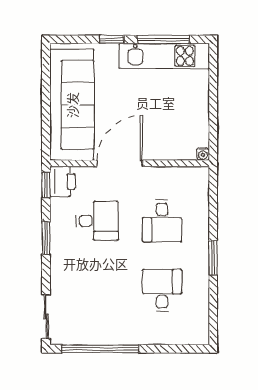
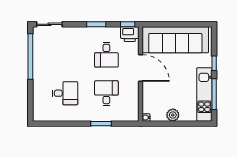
plant: (199, 109) -> (173, 115), added
desk: (162, 221) -> (106, 93), turned 90
window: (213, 258) -> (101, 124), moved

